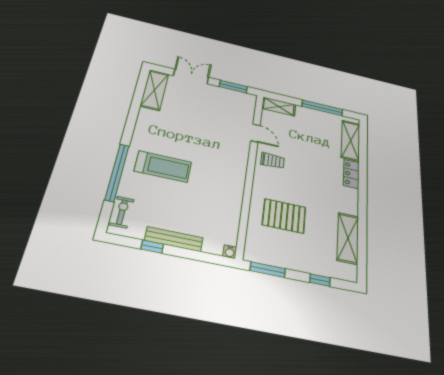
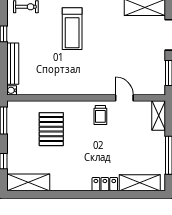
door: (255, 133) -> (124, 98), swing flipped
shelving: (348, 238) -> (28, 182), moved
bench: (174, 239) -> (13, 64), moved

